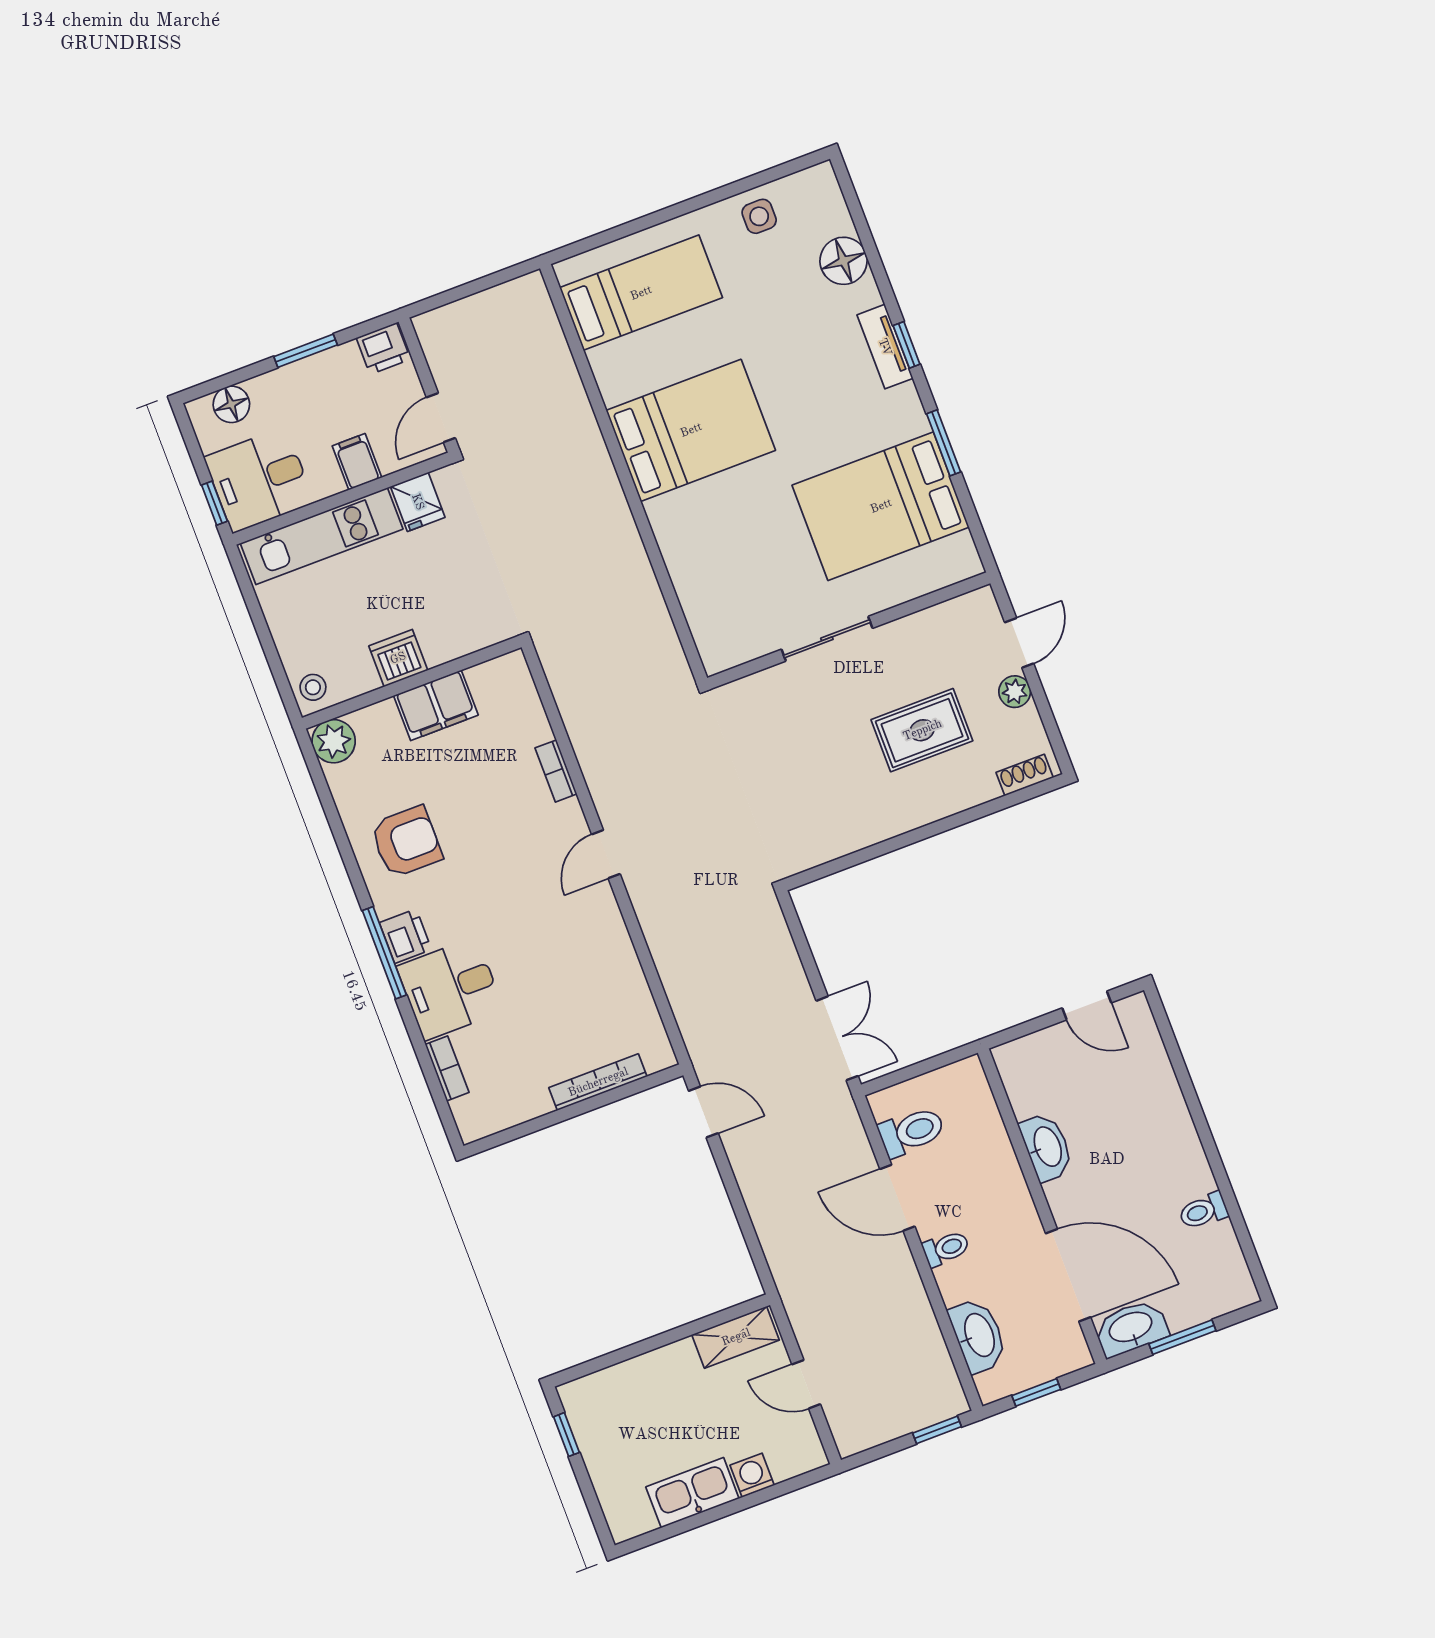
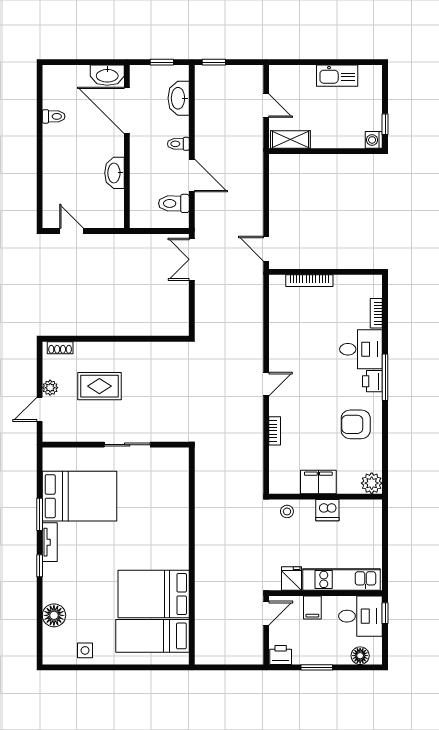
tv unit: (885, 347) -> (50, 542), moved
bed: (691, 430) -> (154, 594), moved
stool: (313, 687) -> (287, 511), moved
window: (1182, 1337) -> (85, 62), removed
washing machine: (752, 1475) -> (374, 140), moved, turned 90

